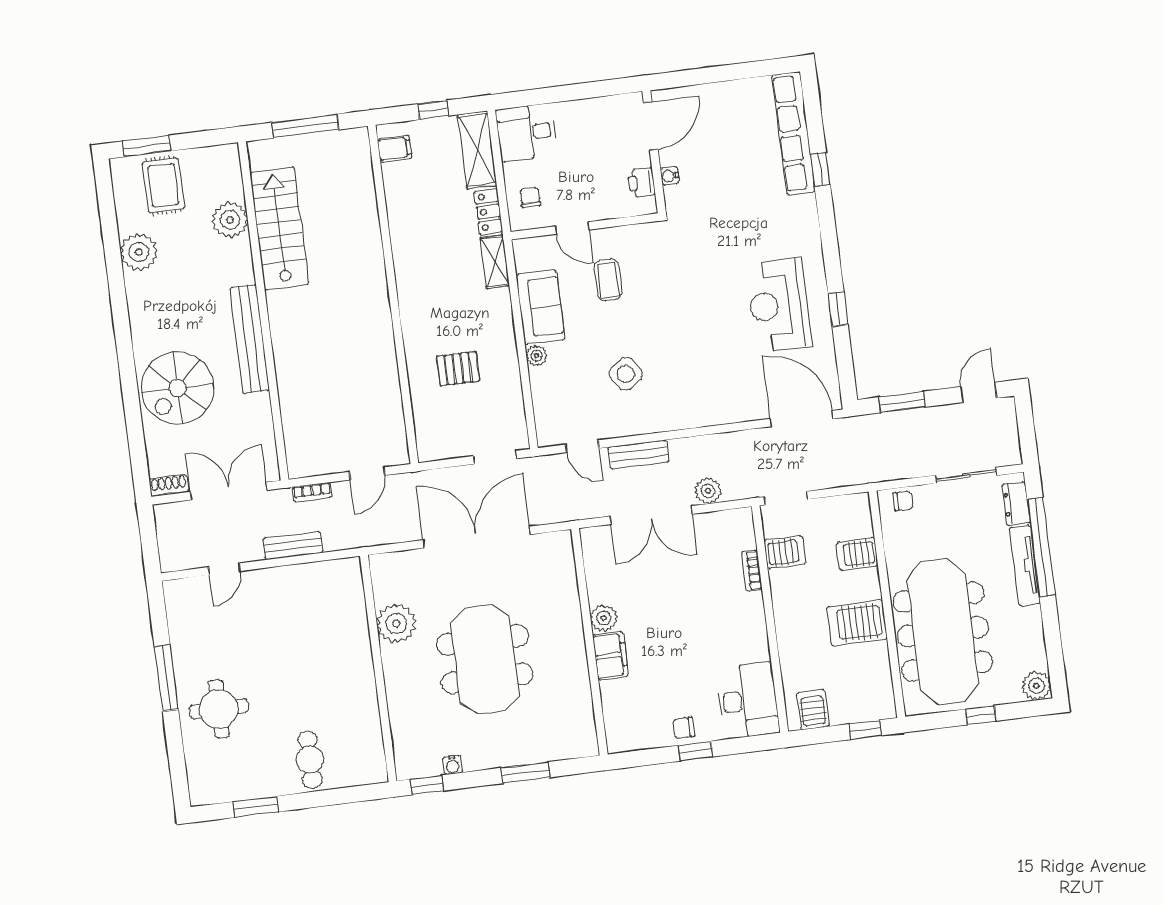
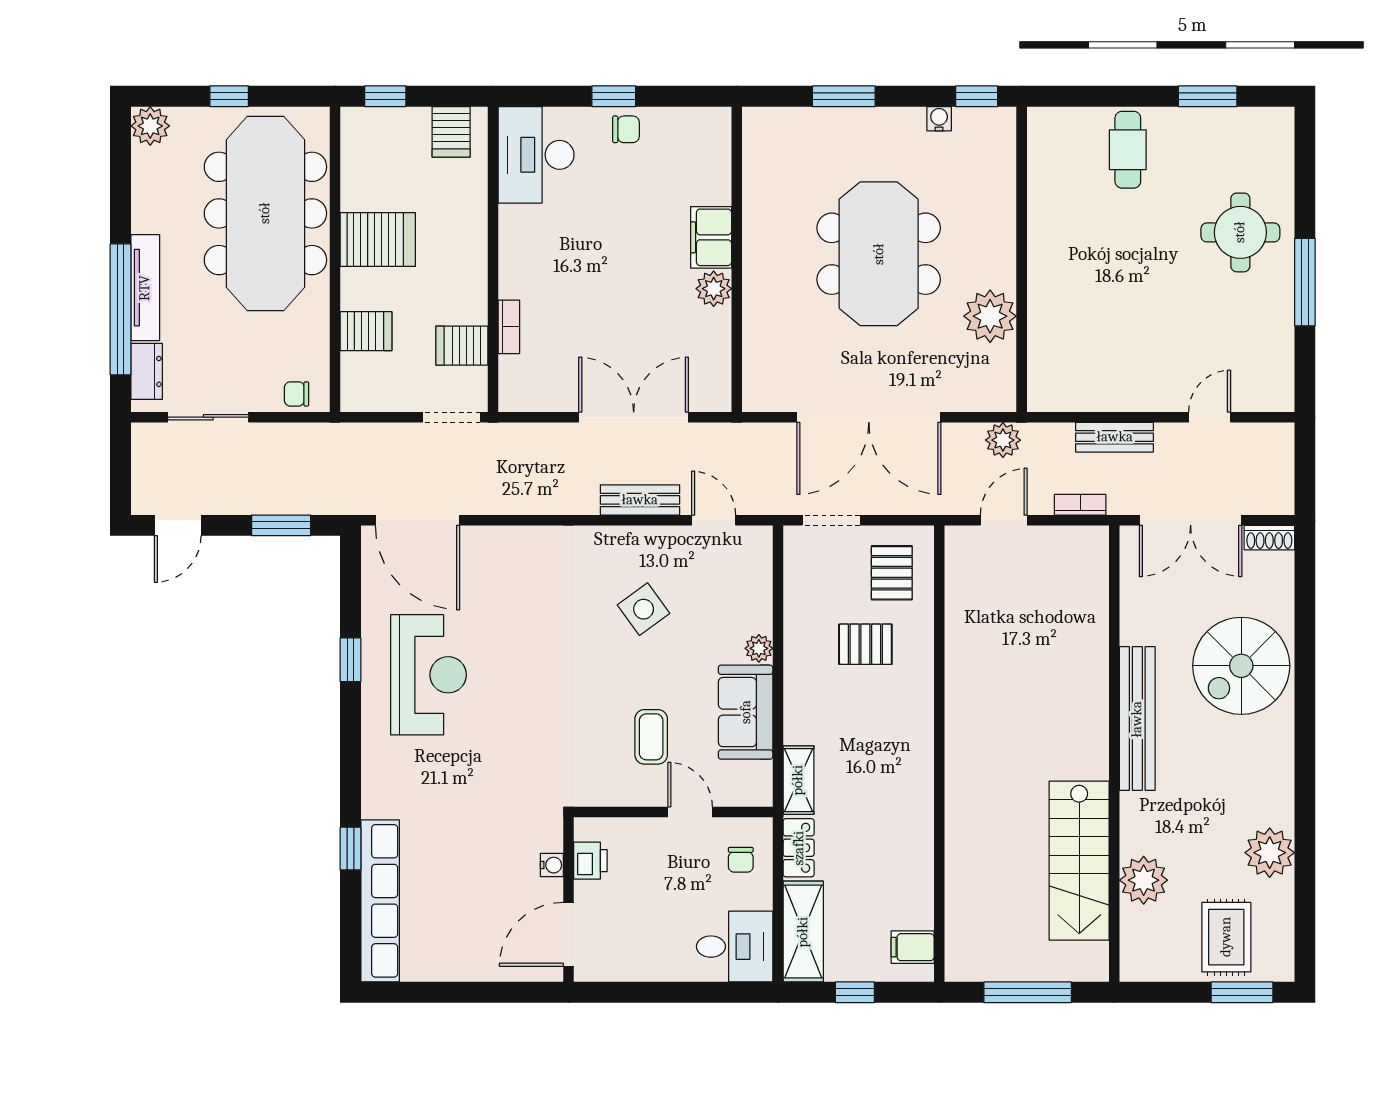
spiral stairs: (177, 388) -> (1241, 666), turned 180
pallet: (445, 424) -> (892, 573), added
plant: (708, 491) -> (1003, 440), moved

